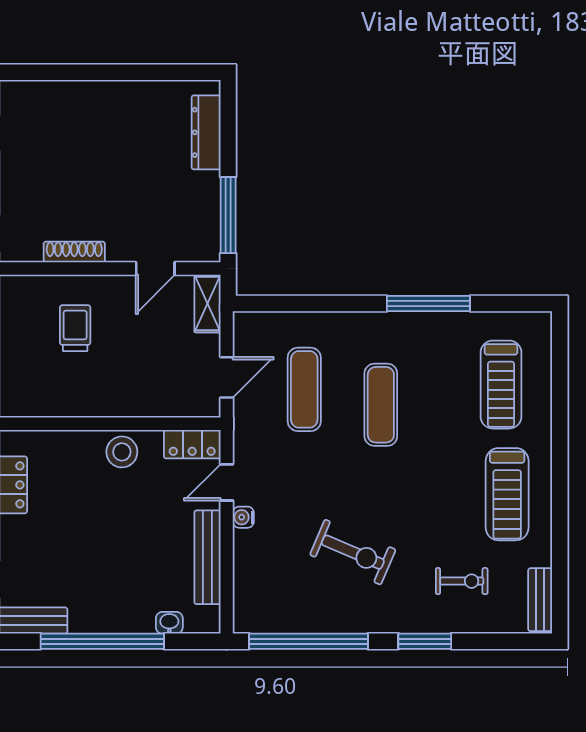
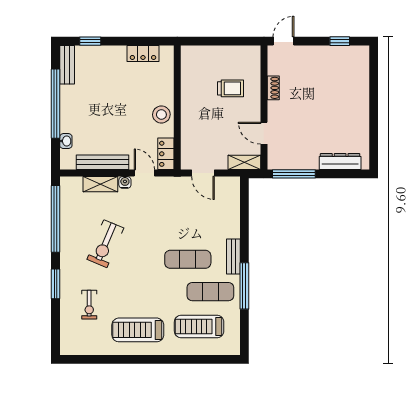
shoe rack: (74, 252) -> (273, 88), width x0.70
exercise mat: (304, 389) -> (210, 292), moved
shelving: (247, 561) -> (100, 184), added
bench: (540, 600) -> (233, 256), moved, turned 90

